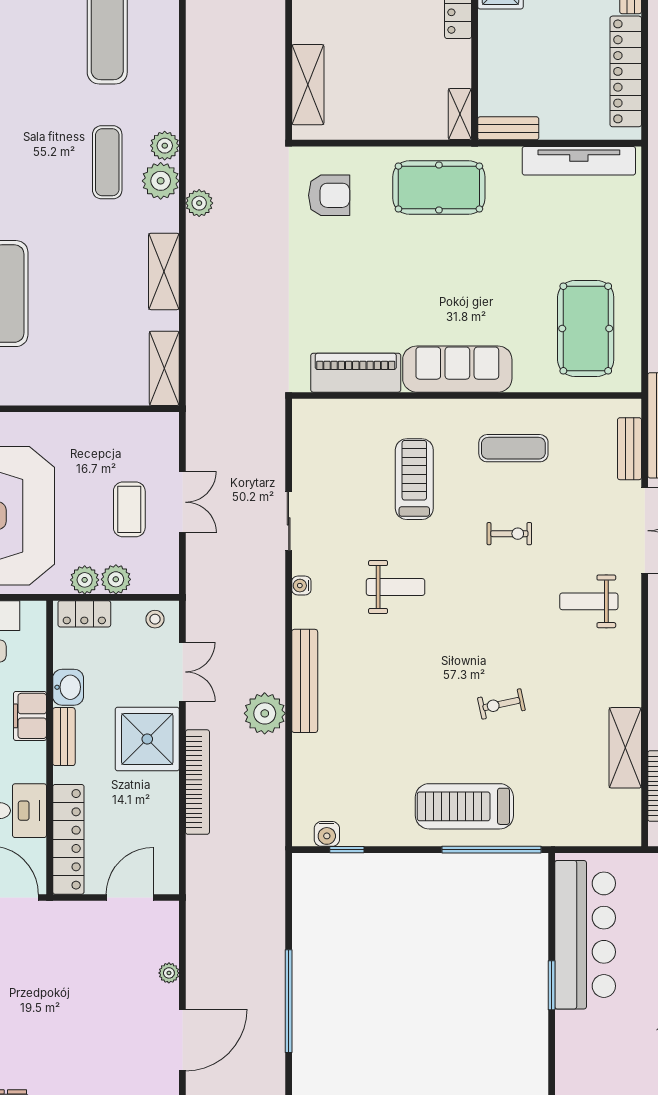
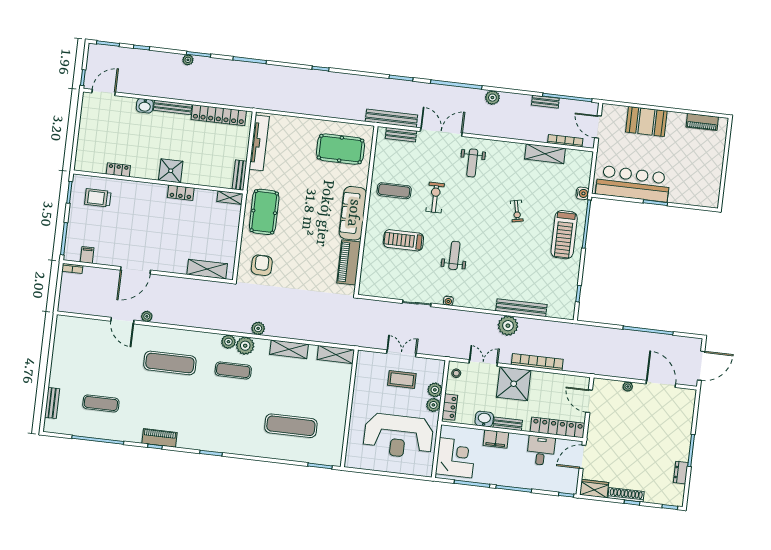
exercise mat: (513, 448) -> (394, 191), turned 90
exercise bike: (509, 534) -> (435, 197), width x1.38, depth x1.39
bench: (305, 681) -> (521, 308), moved
water cooler: (327, 834) -> (582, 193), moved

